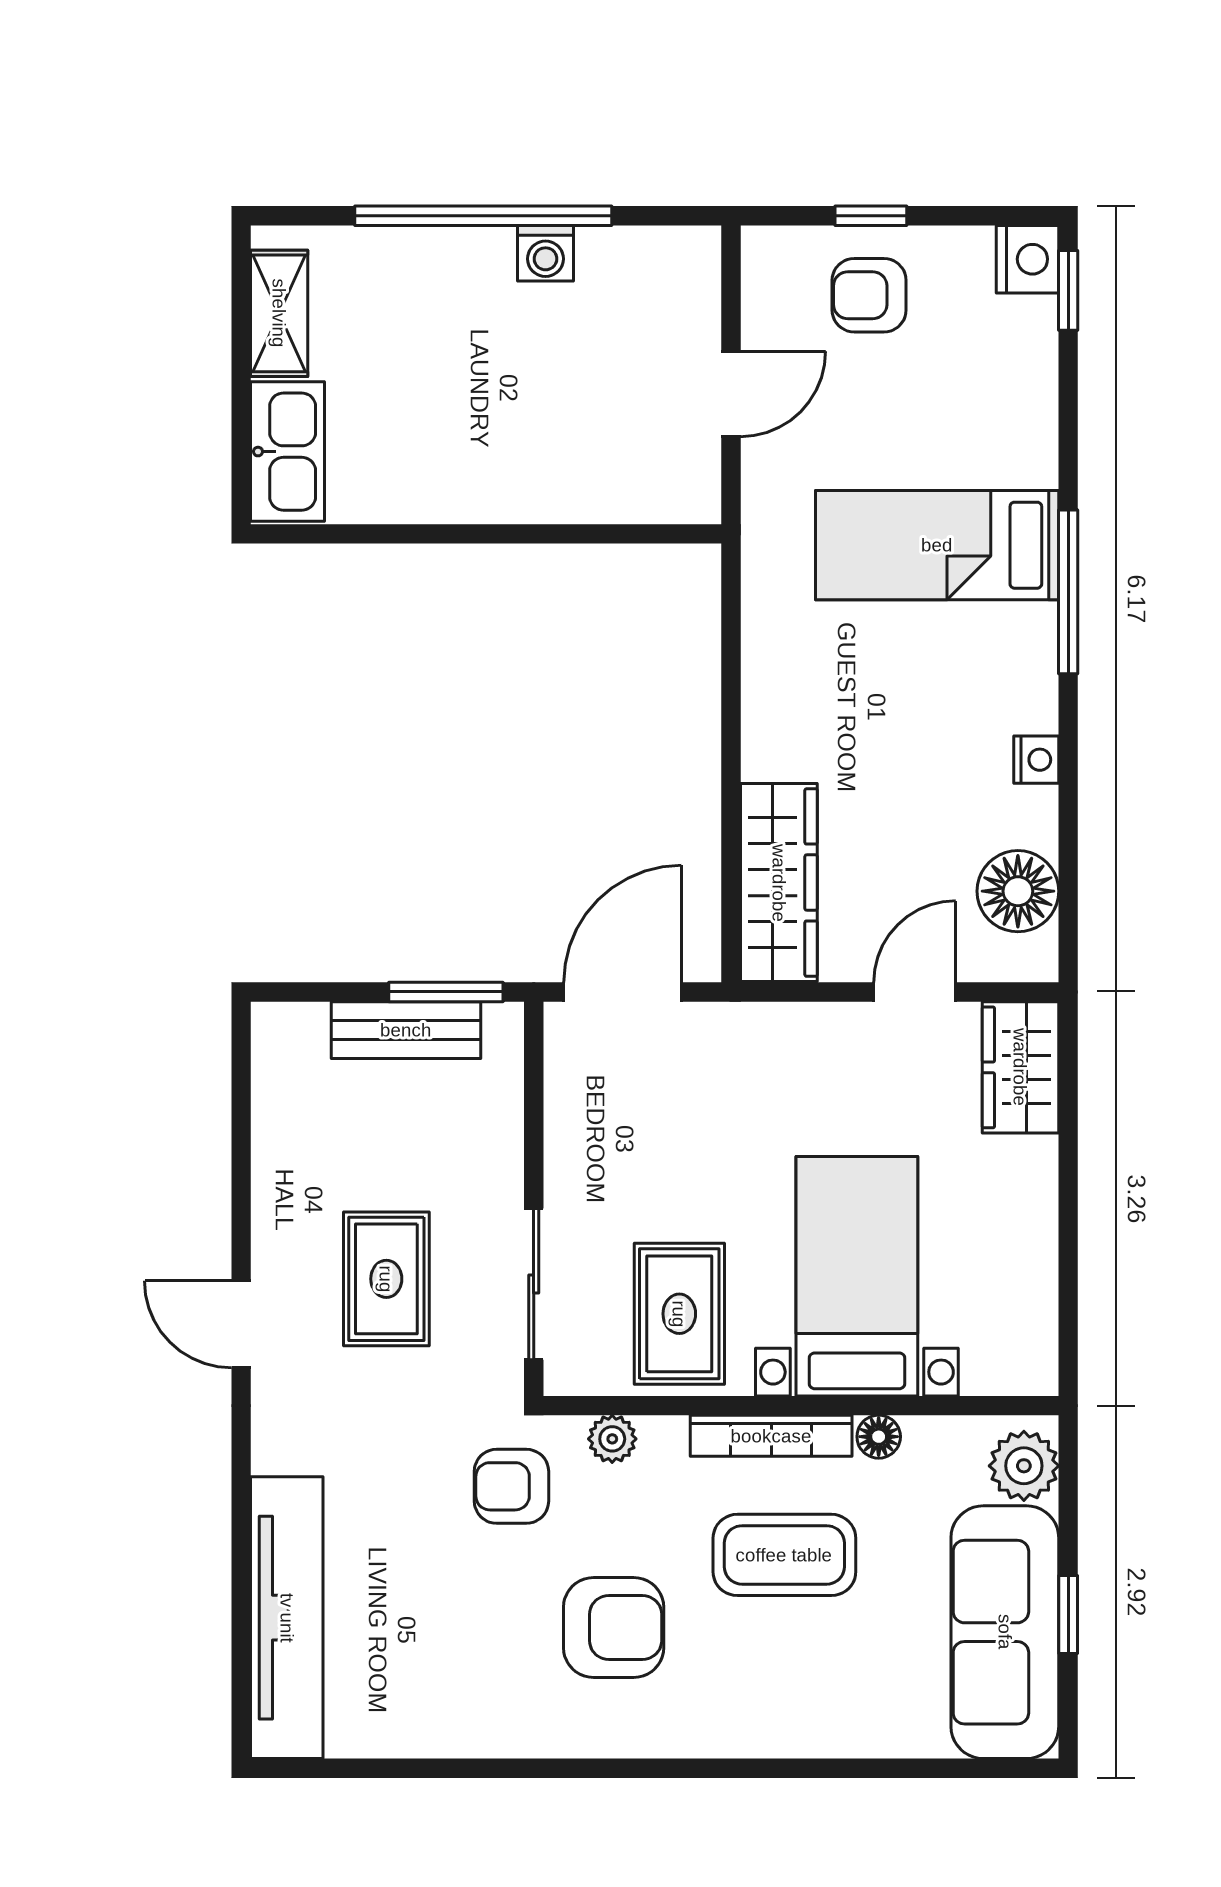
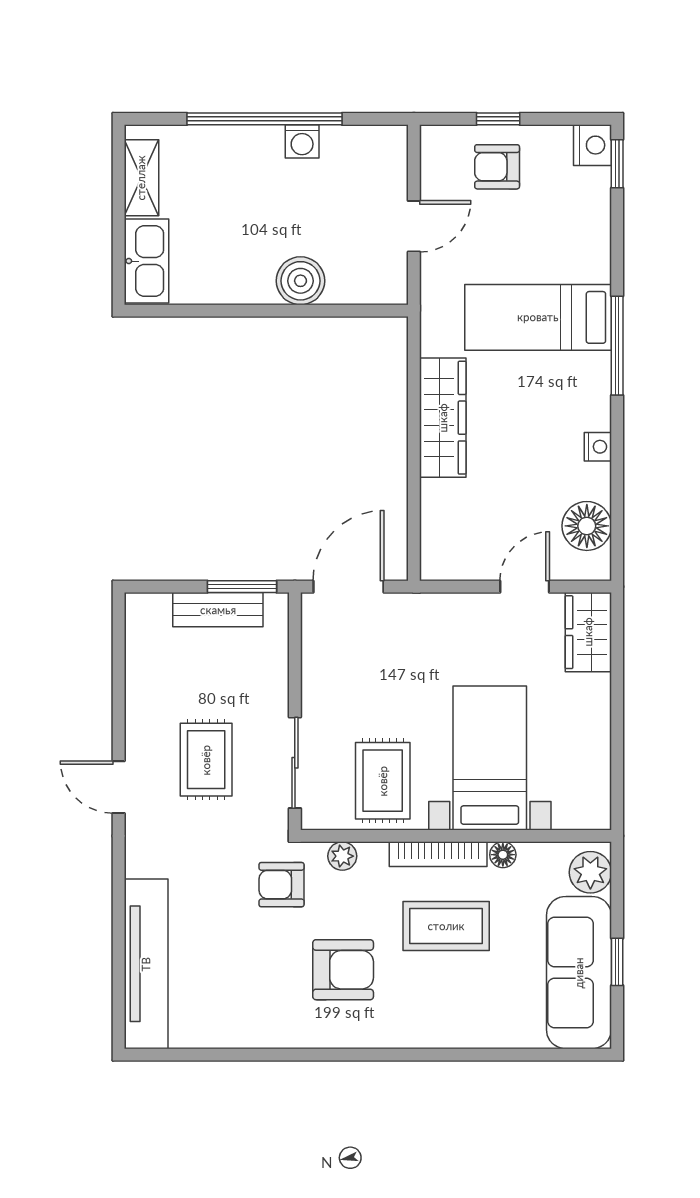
boiler: (543, 484) -> (301, 281), added
wardrobe: (779, 883) -> (443, 418), moved

